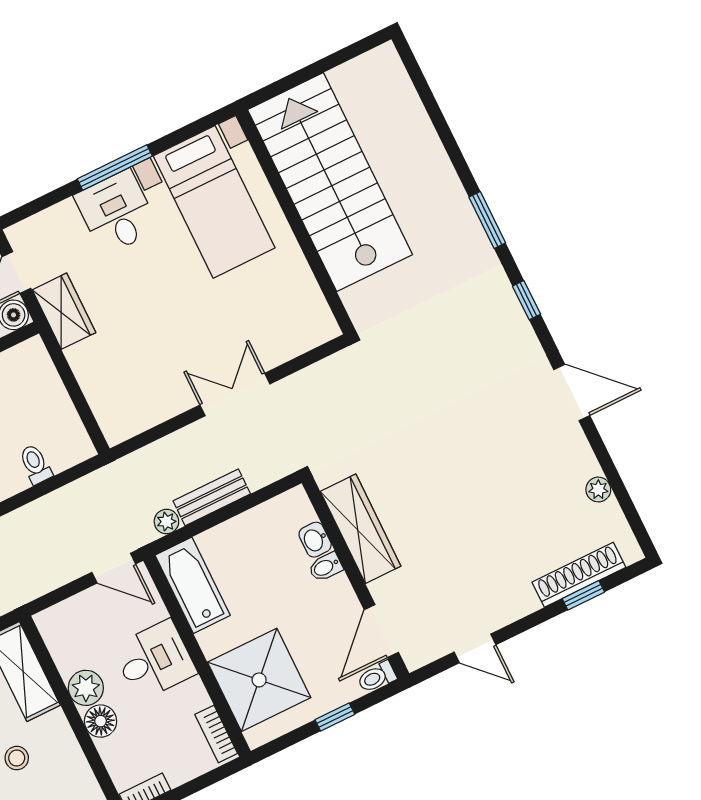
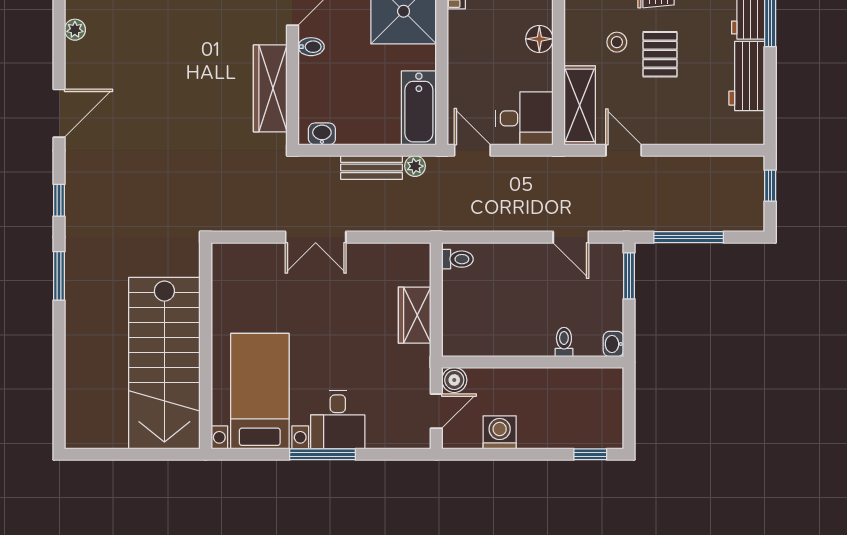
wardrobe: (64, 311) -> (415, 315), moved
door: (572, 393) -> (59, 113), swing flipped
toilet: (35, 464) -> (457, 259), moved, turned -90
washbasin: (315, 540) -> (322, 134), moved, turned -90
bidet: (326, 567) -> (311, 47), moved
desk: (154, 660) -> (524, 118), moved, turned 180
plant: (86, 688) -> (538, 70), removed

